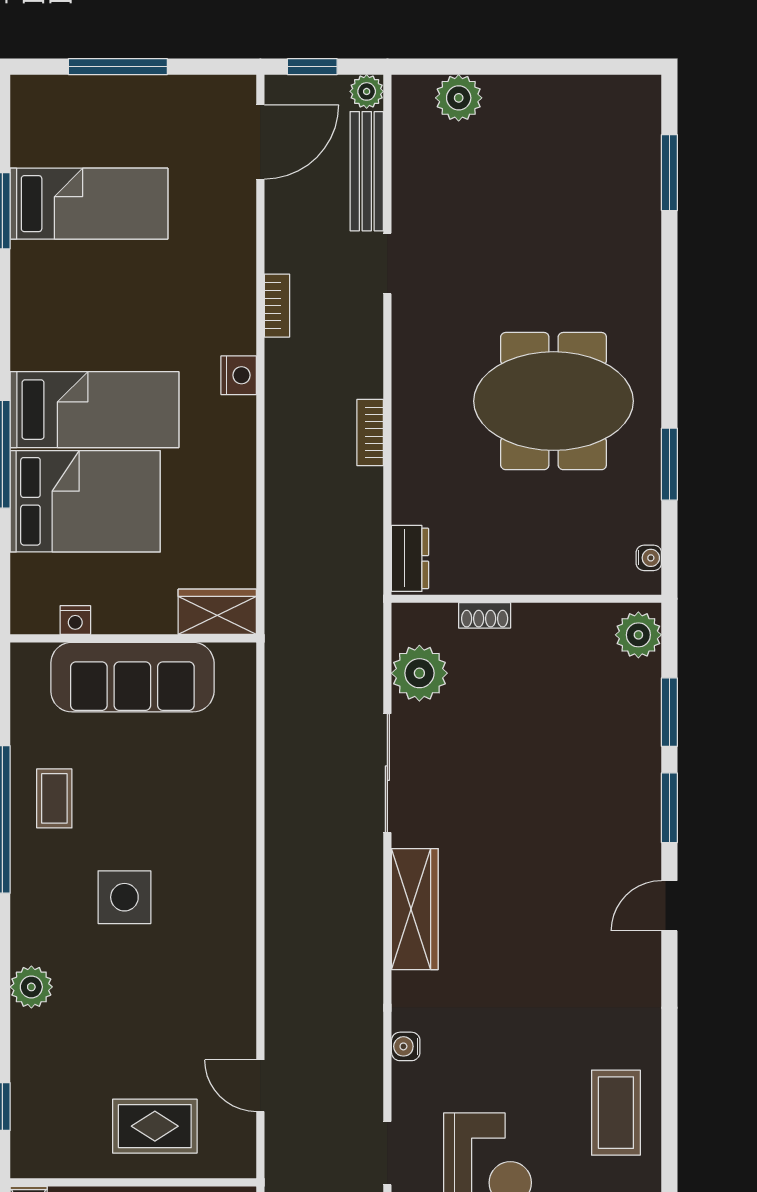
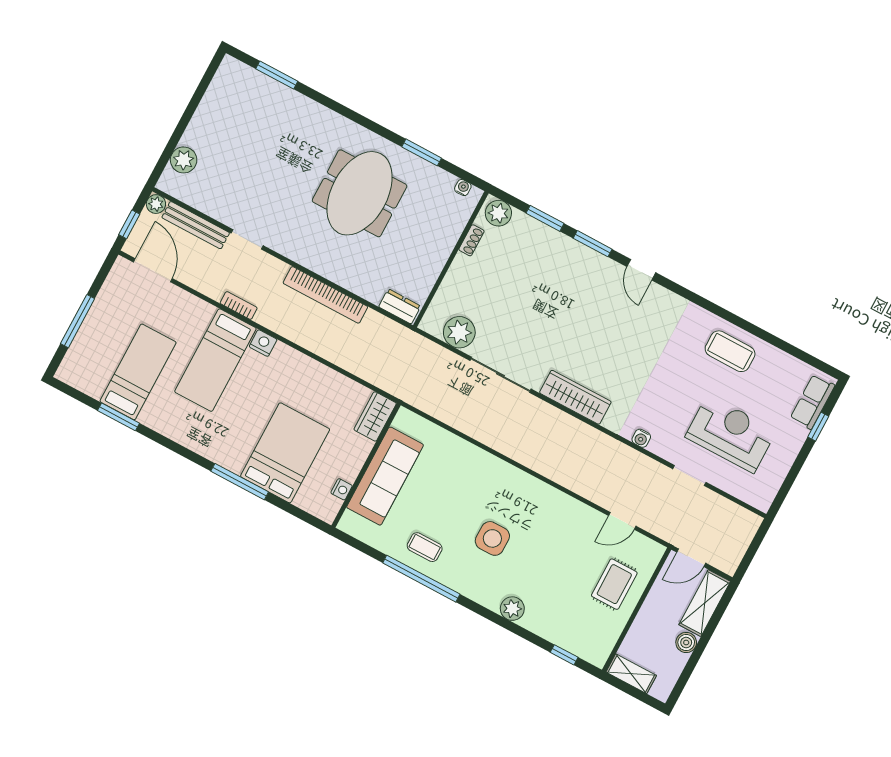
bed: (95, 410) -> (215, 360), moved, turned 180
bookcase: (370, 432) -> (325, 295), width x2.31, depth x1.31
shoe rack: (485, 615) -> (471, 240), moved

